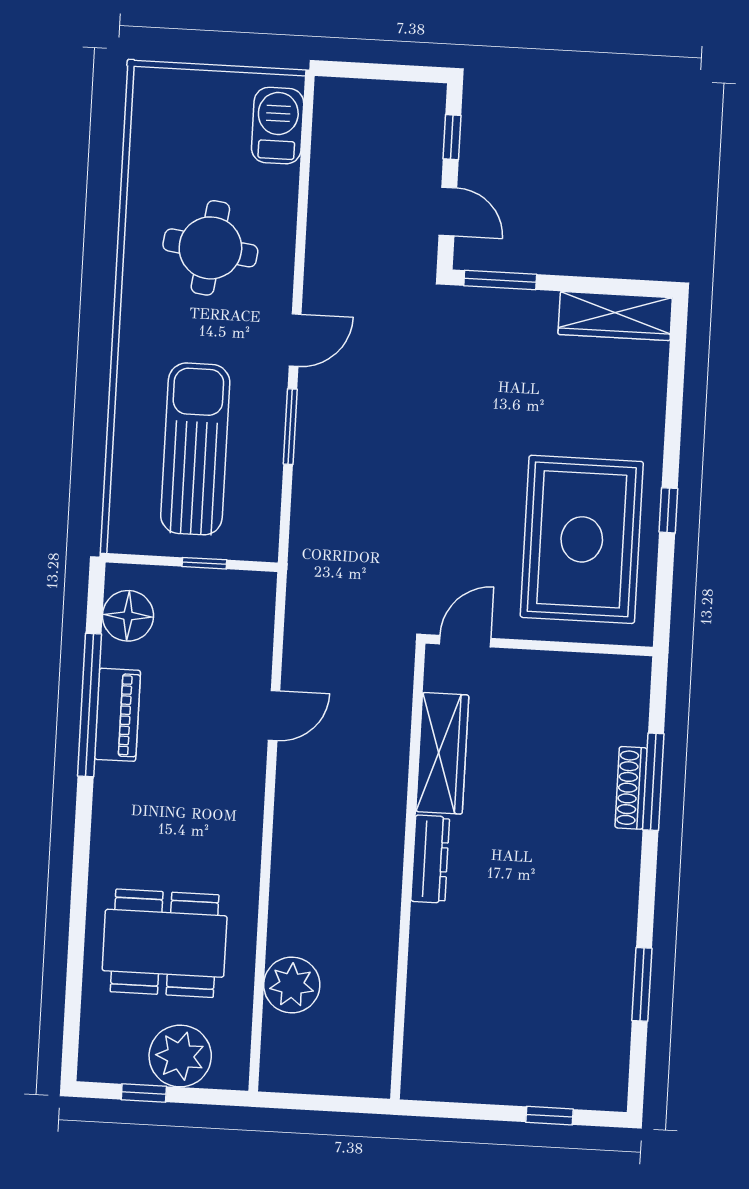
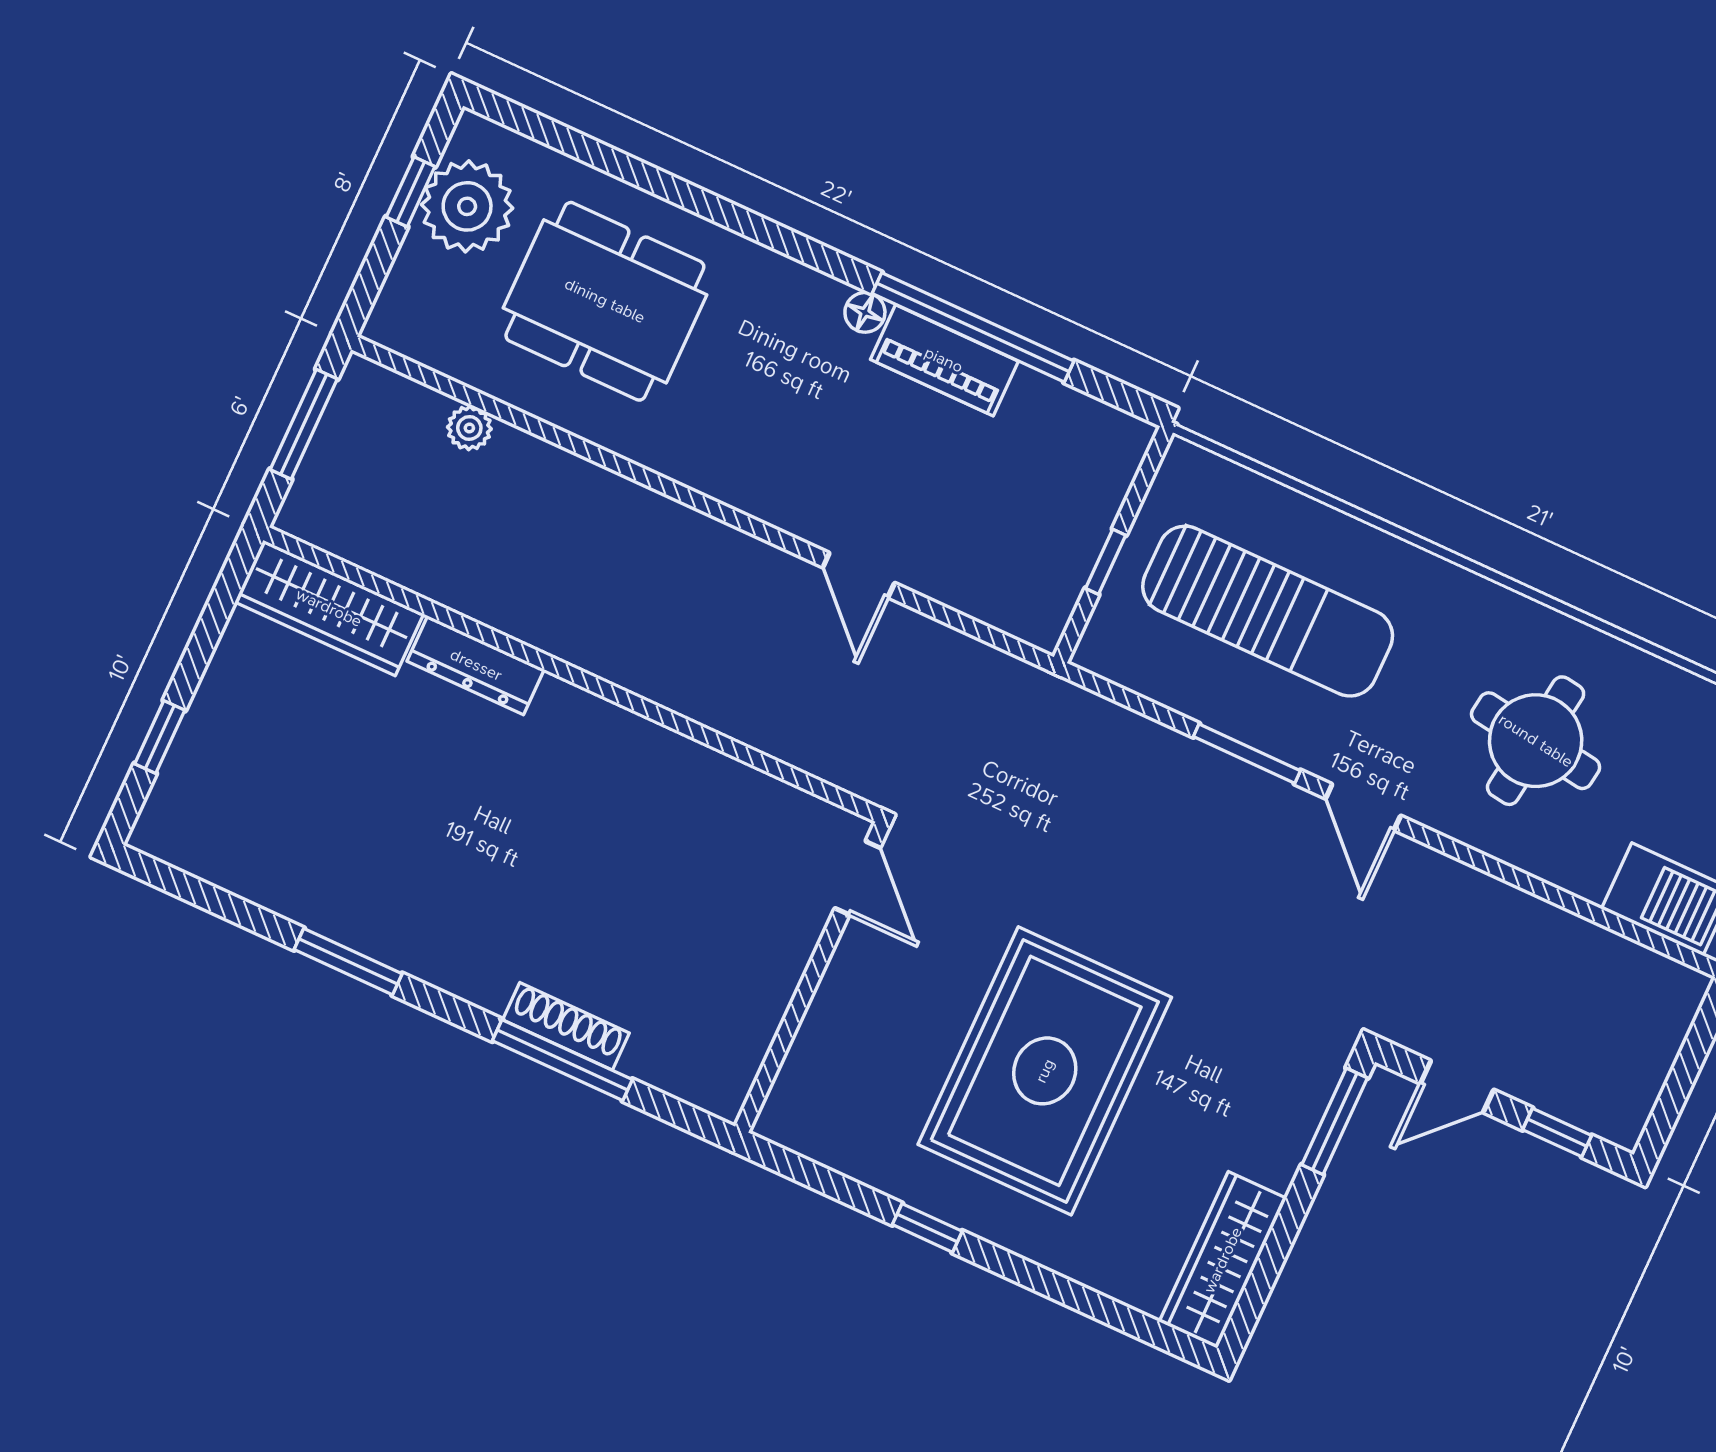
rug: (582, 539) -> (1045, 1071), moved, turned 90
floor lamp: (128, 616) -> (865, 312), moved, width x0.53, depth x0.53
wardrobe: (442, 753) -> (329, 608), moved
dresser: (430, 859) -> (476, 665), moved
dining table: (165, 943) -> (605, 301), turned 90
window: (642, 984) -> (348, 962), moved
plant: (292, 985) -> (469, 428), width x0.53, depth x0.53
plant: (180, 1056) -> (467, 206), moved
window: (317, 1103) -> (304, 424), added

